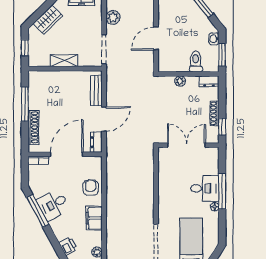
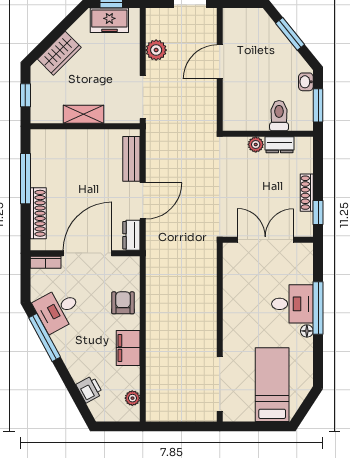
door: (156, 38) -> (220, 62), moved
dresser: (209, 81) -> (279, 145), moved
desk: (53, 205) -> (58, 310), moved

